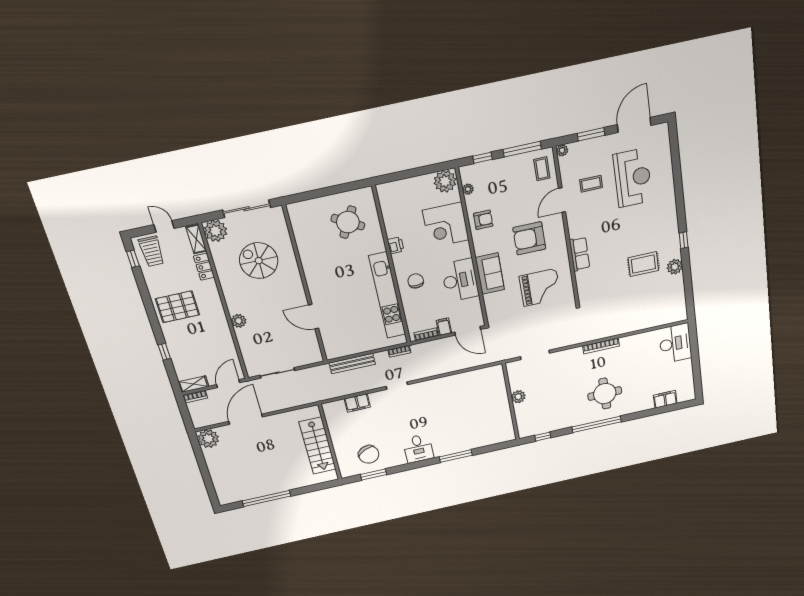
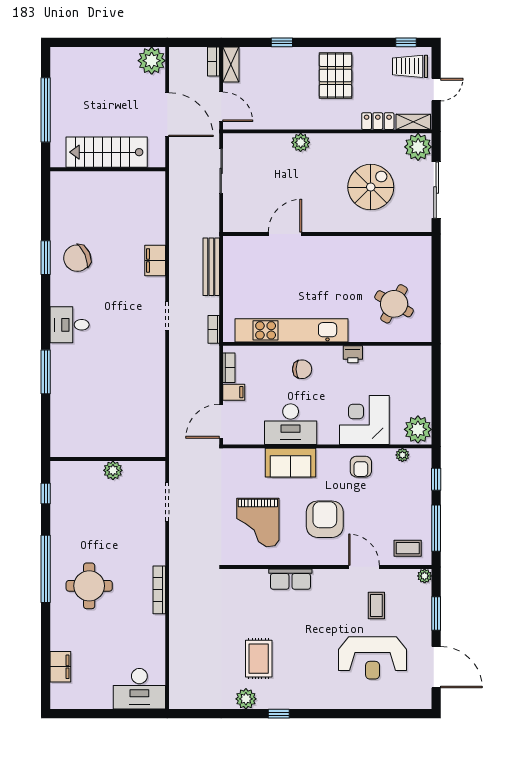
wall: (330, 442) -> (108, 169), moved
stairs: (318, 446) -> (107, 152), moved

